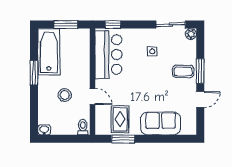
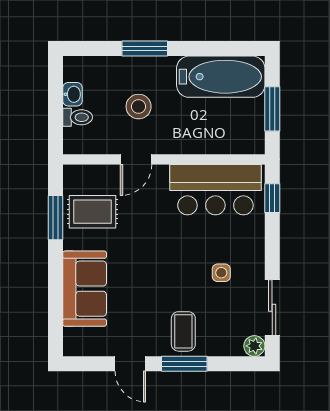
window: (34, 73) -> (145, 49), moved
toilet: (83, 127) -> (78, 117), moved
washbasin: (44, 130) -> (72, 94), moved

